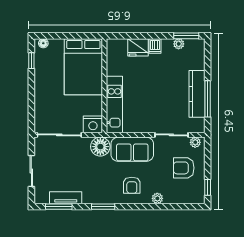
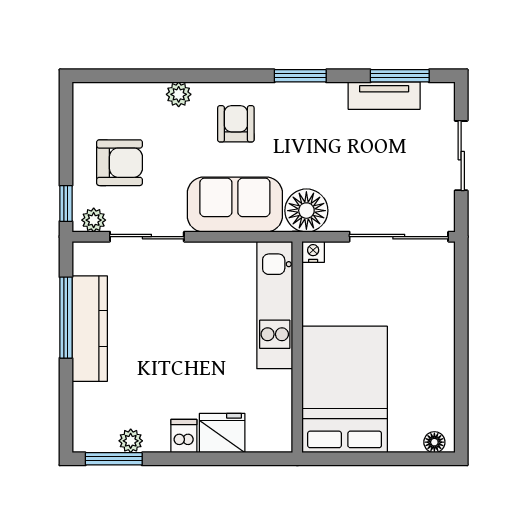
window: (31, 61) -> (461, 403), removed
nightstand: (93, 124) -> (313, 252), width x0.53, depth x0.56
window: (208, 187) -> (66, 203), moved

